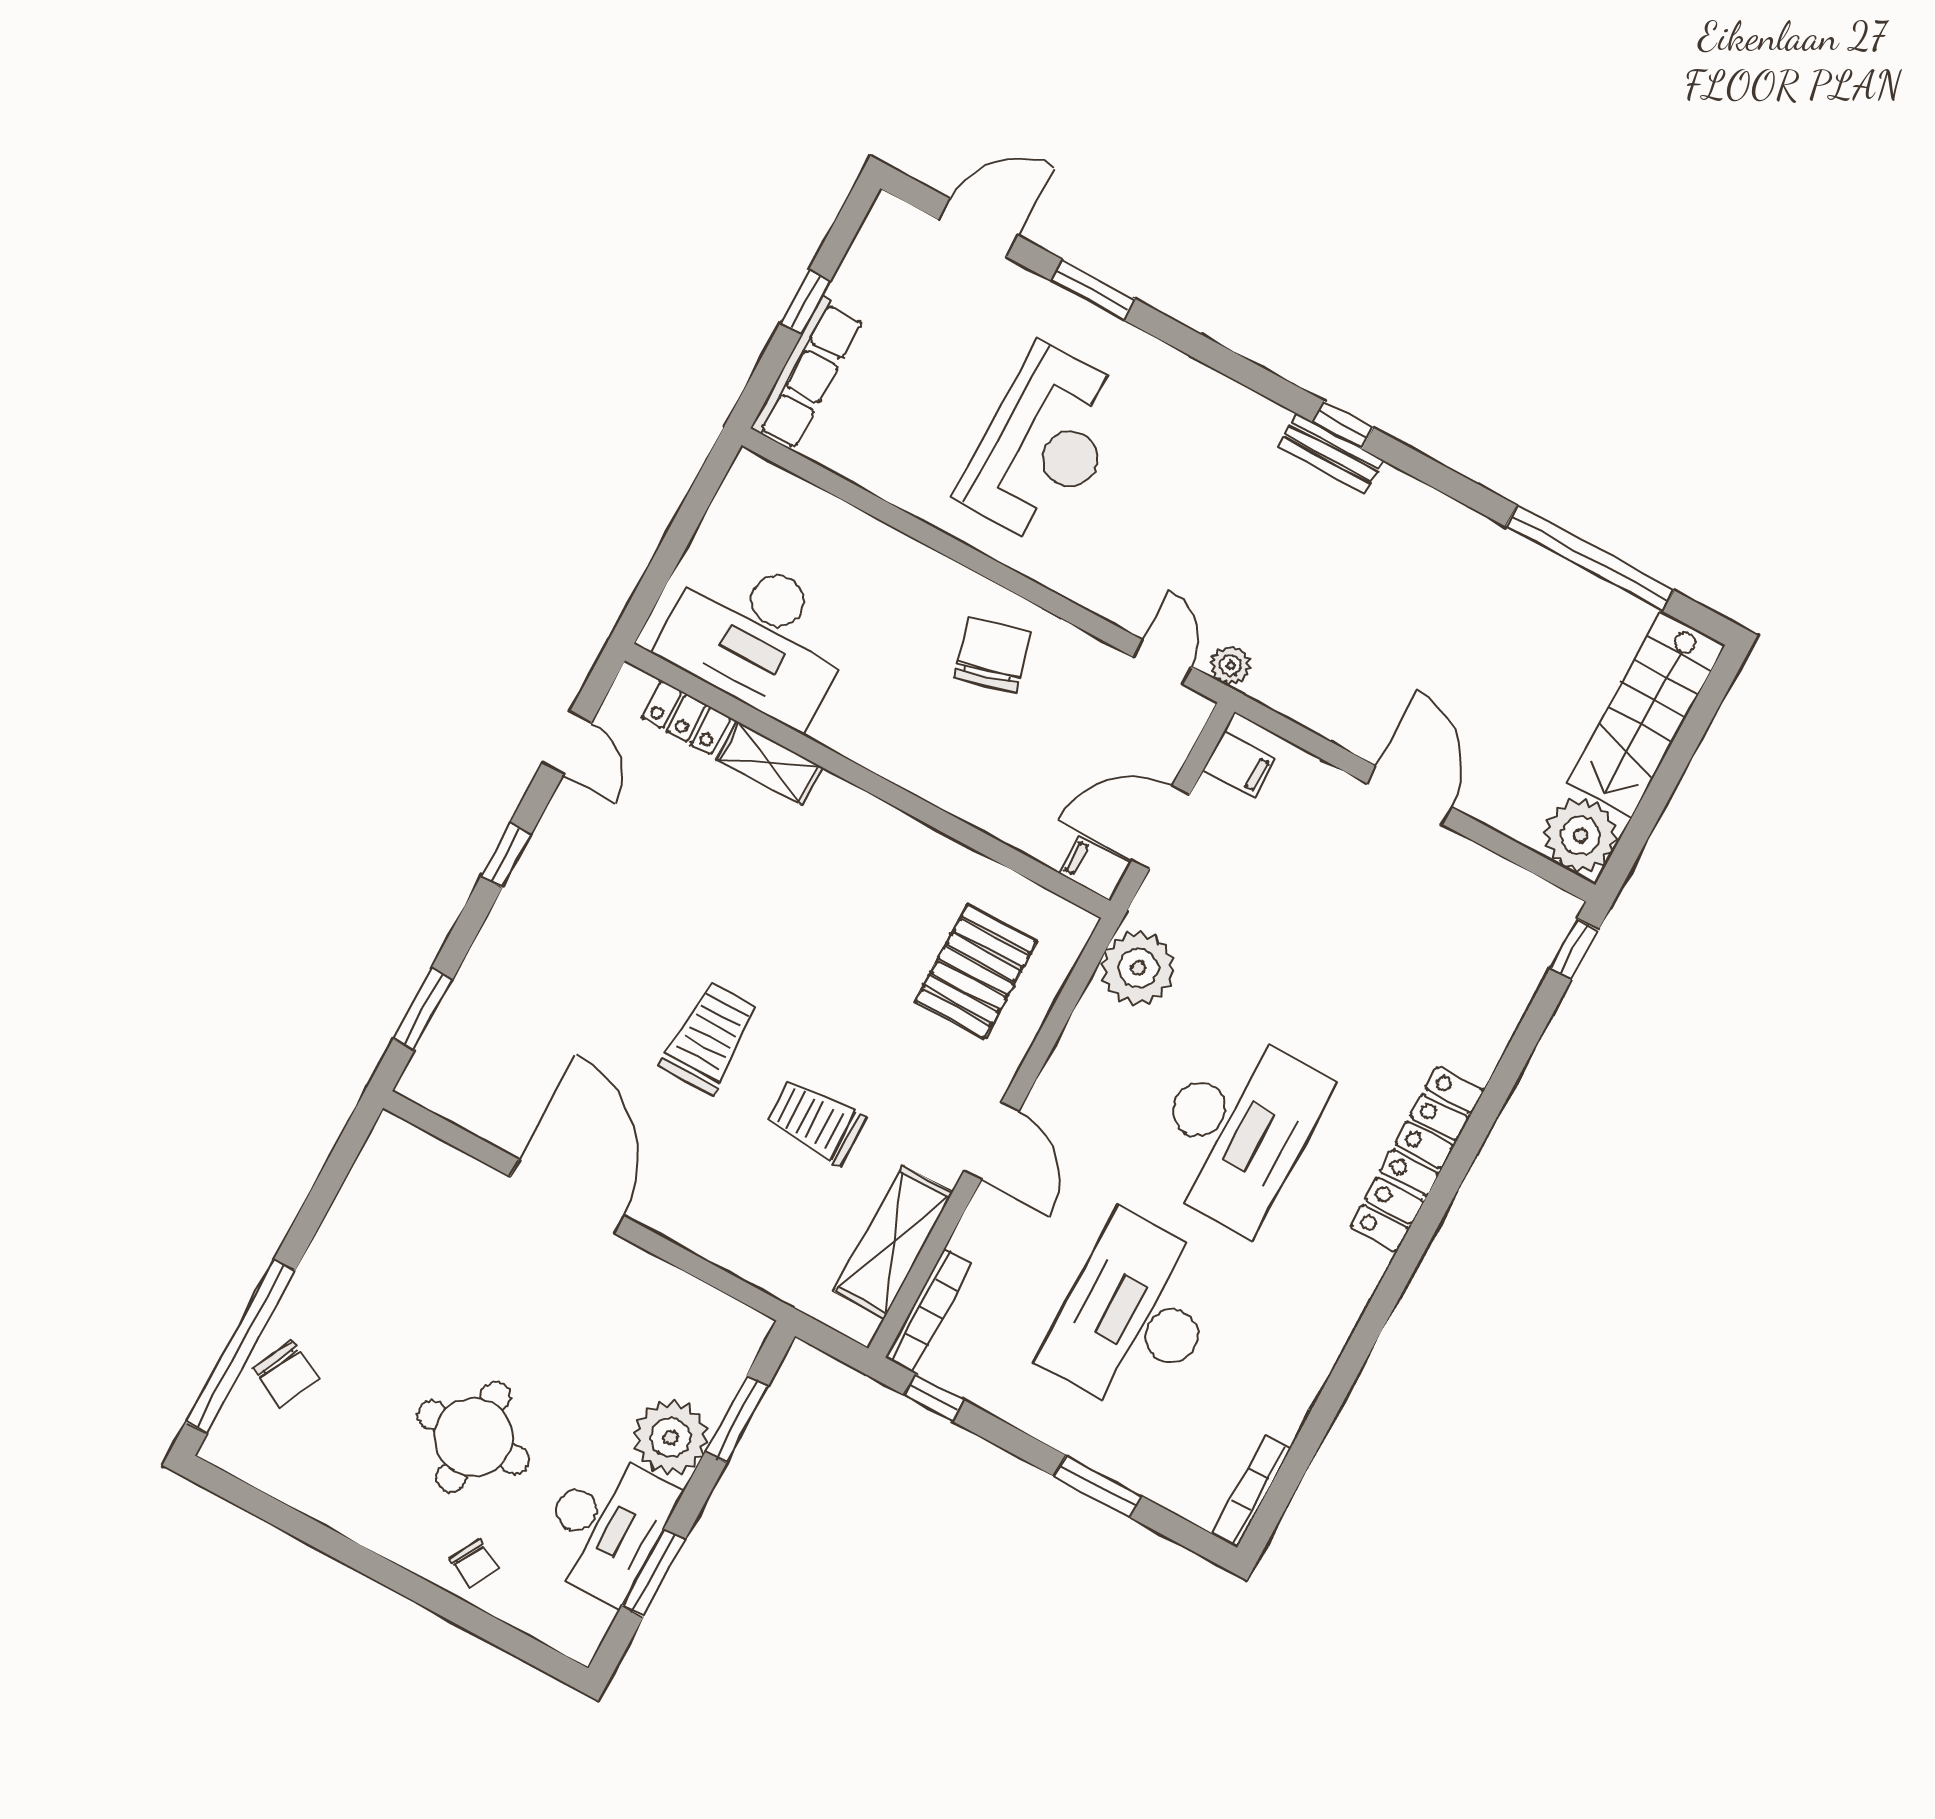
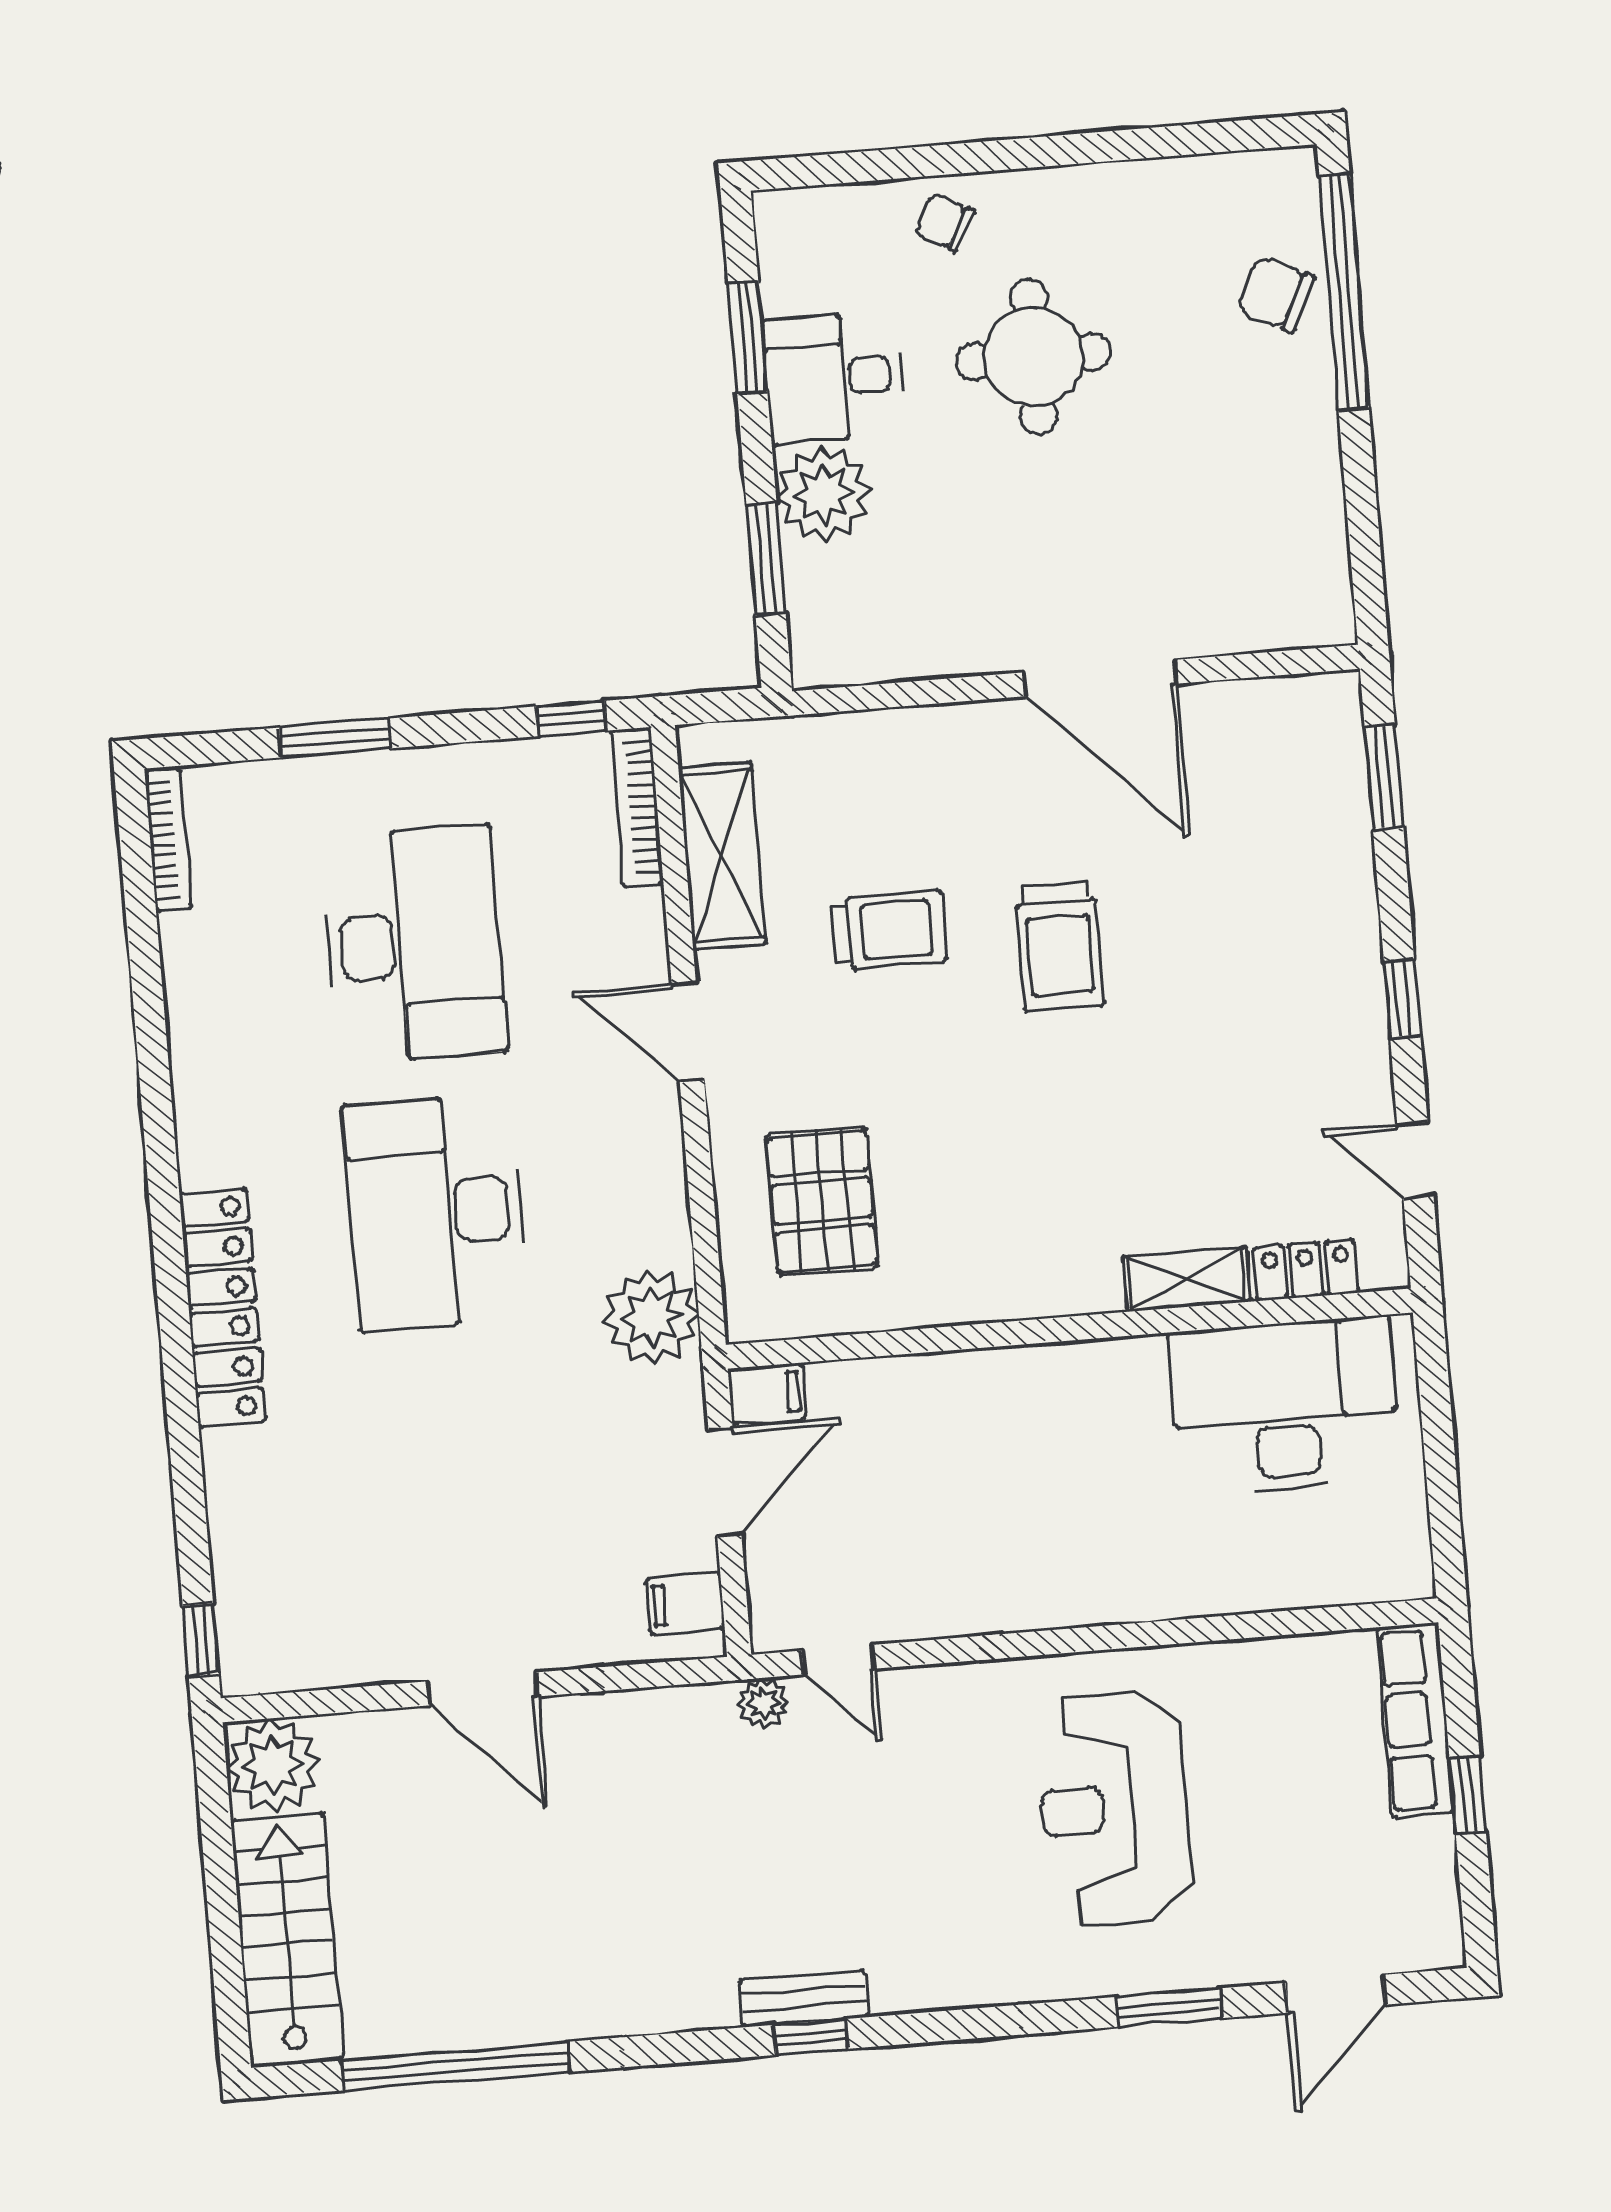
chair: (992, 654) -> (1024, 1550), removed
desk: (605, 1526) -> (834, 377), width x0.73

